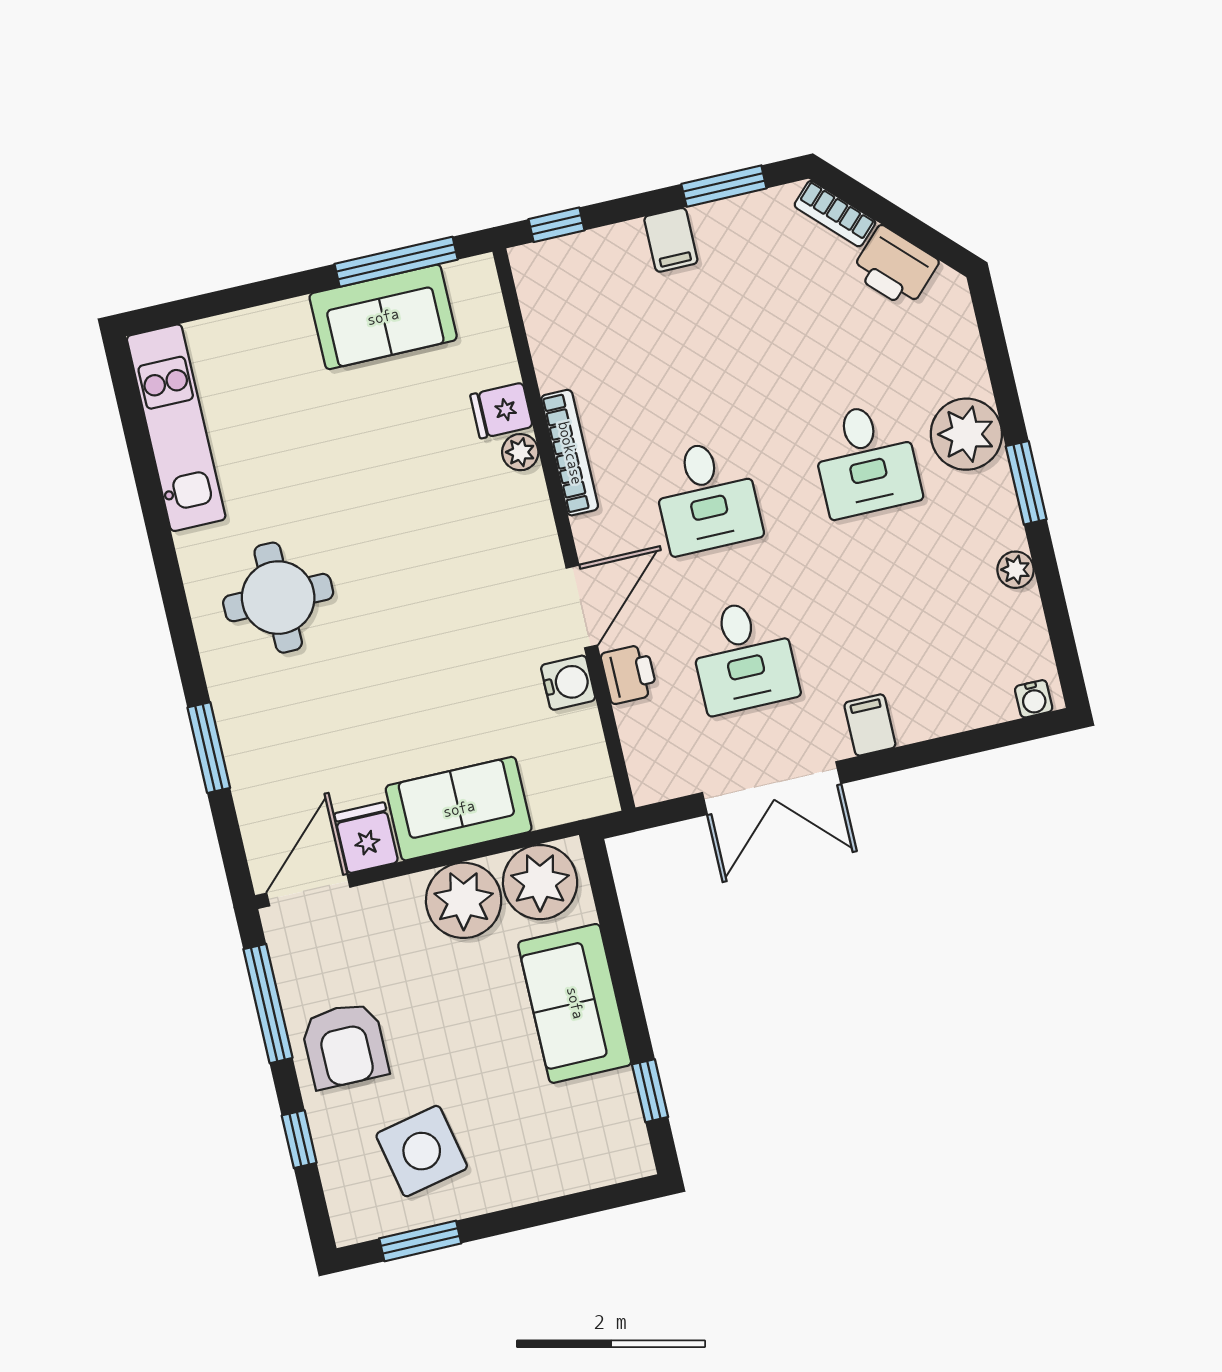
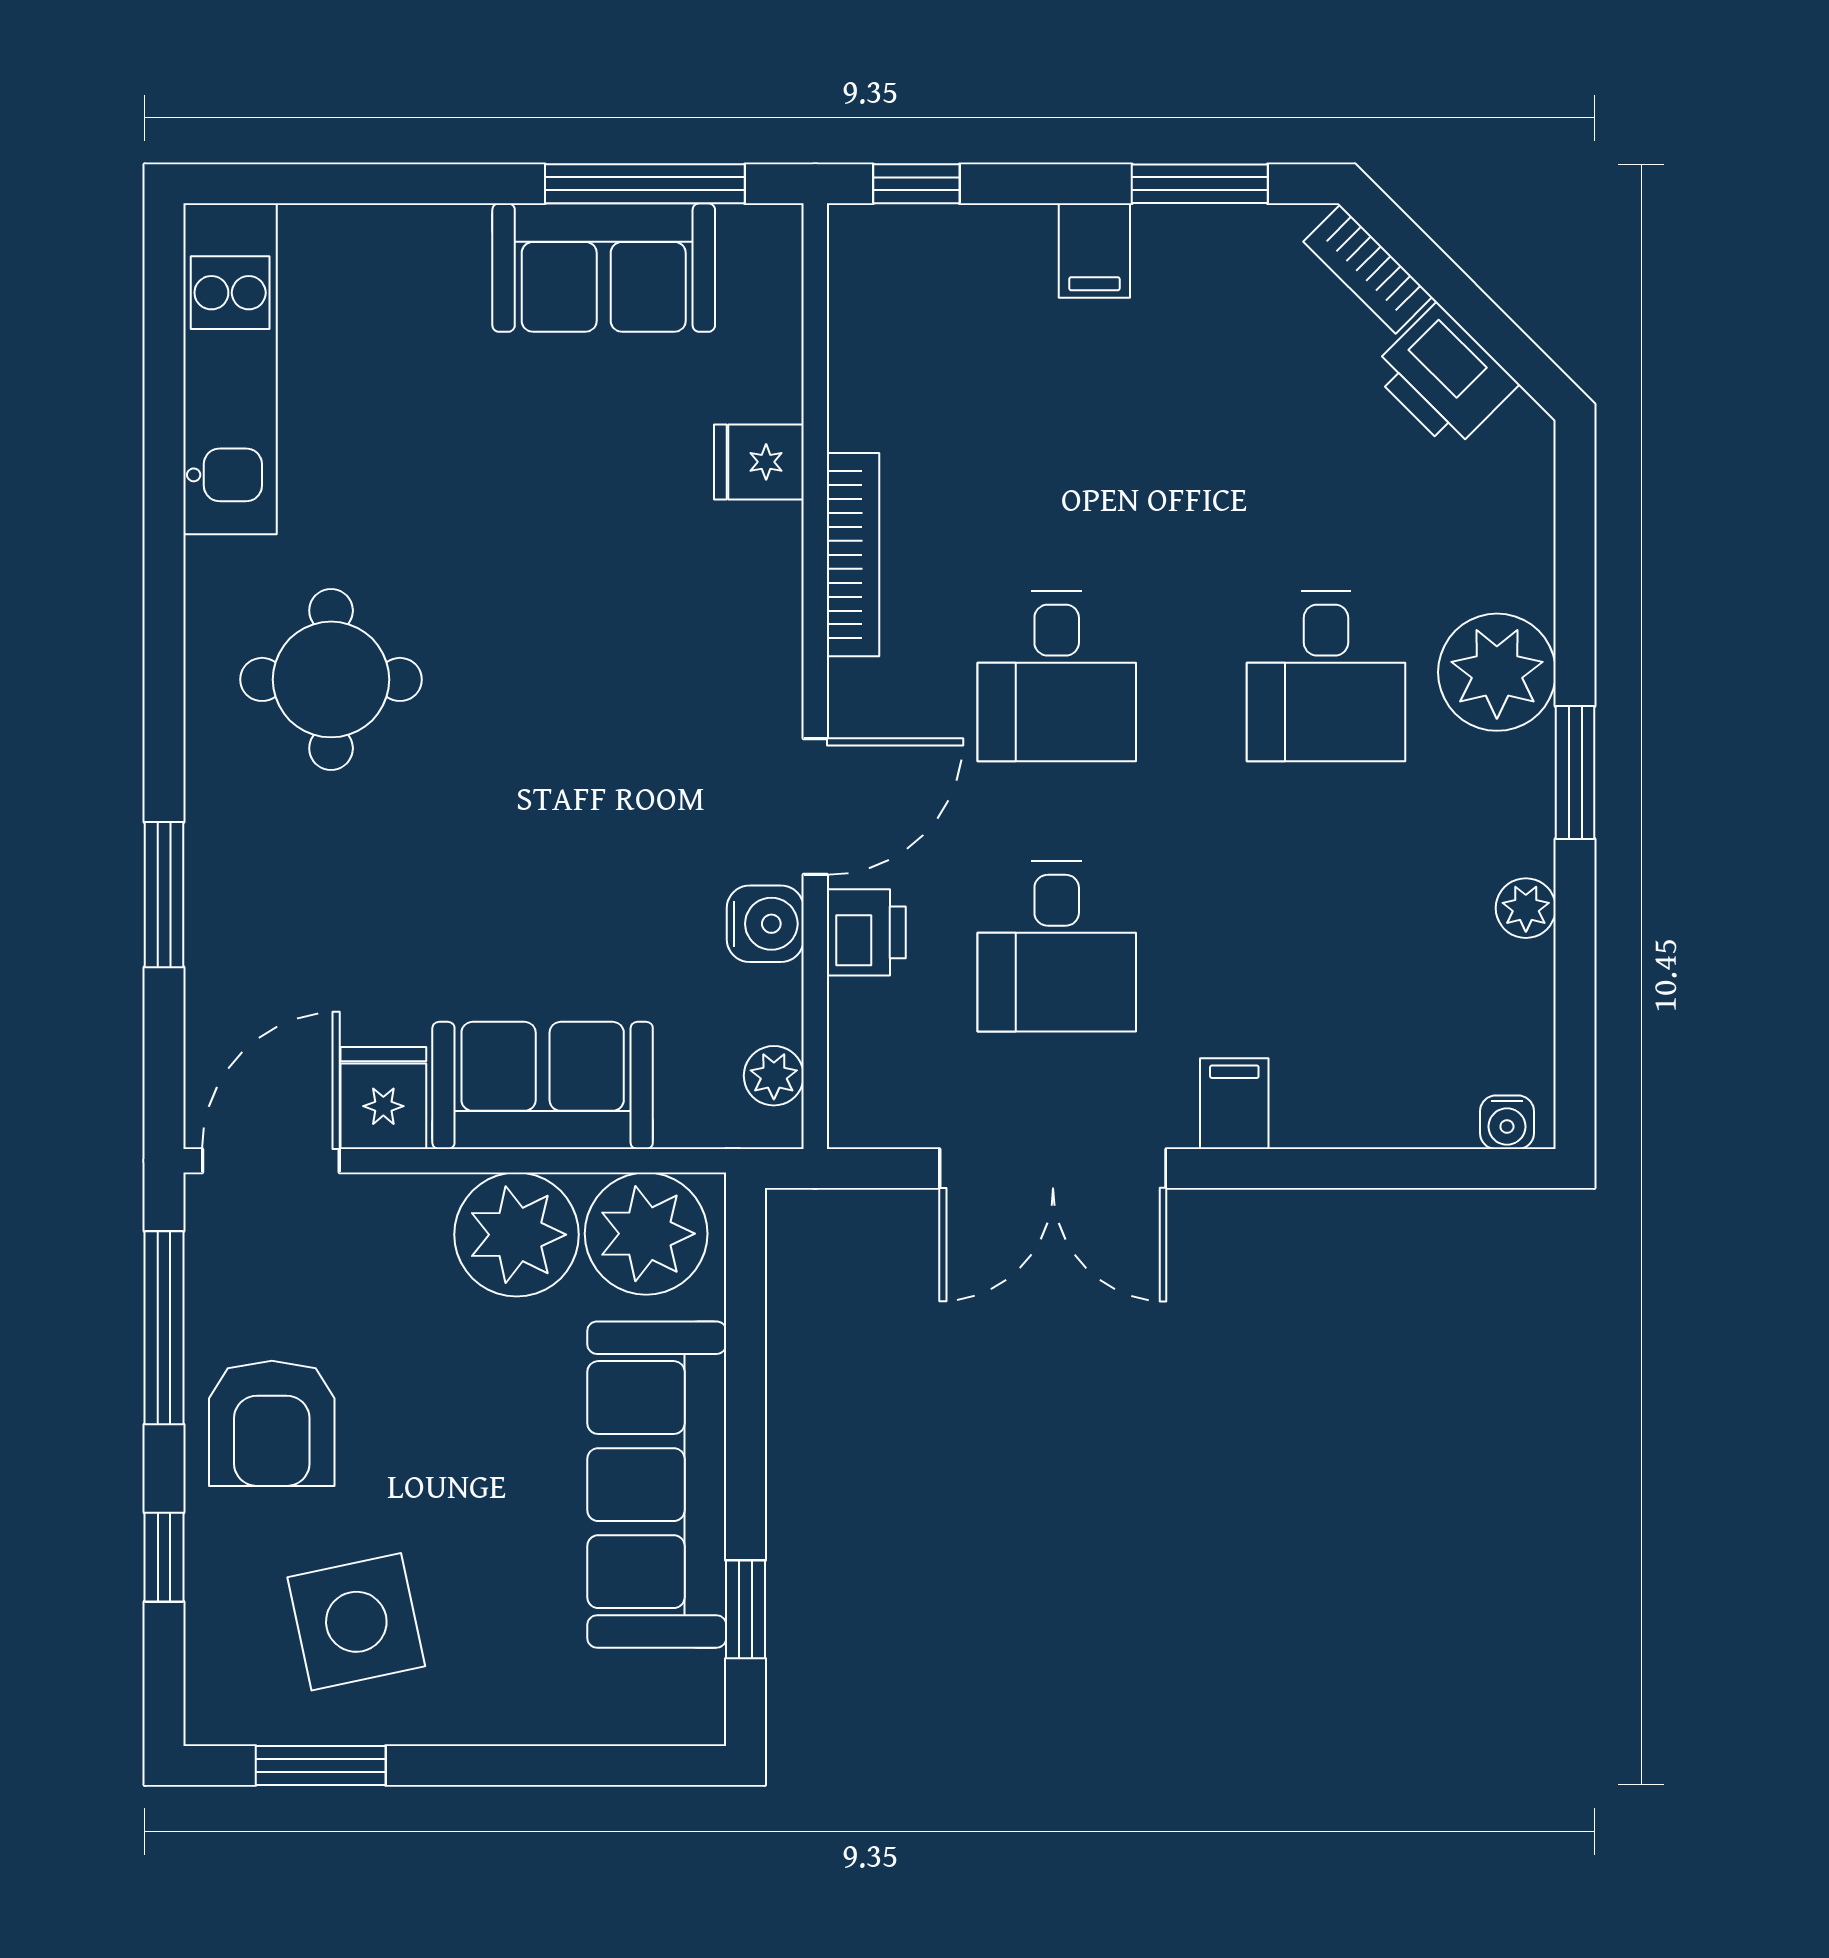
plant: (520, 452) -> (774, 1076), moved
sofa: (575, 1003) -> (657, 1485), width x1.36

